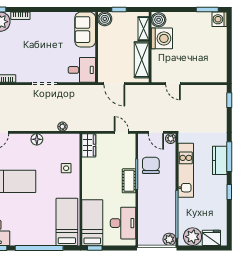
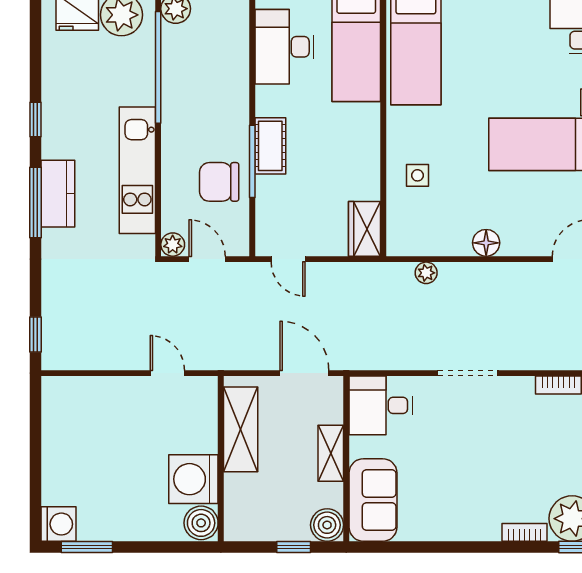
shelving: (144, 29) -> (331, 453), moved
chair: (151, 165) -> (219, 182), turned 90

